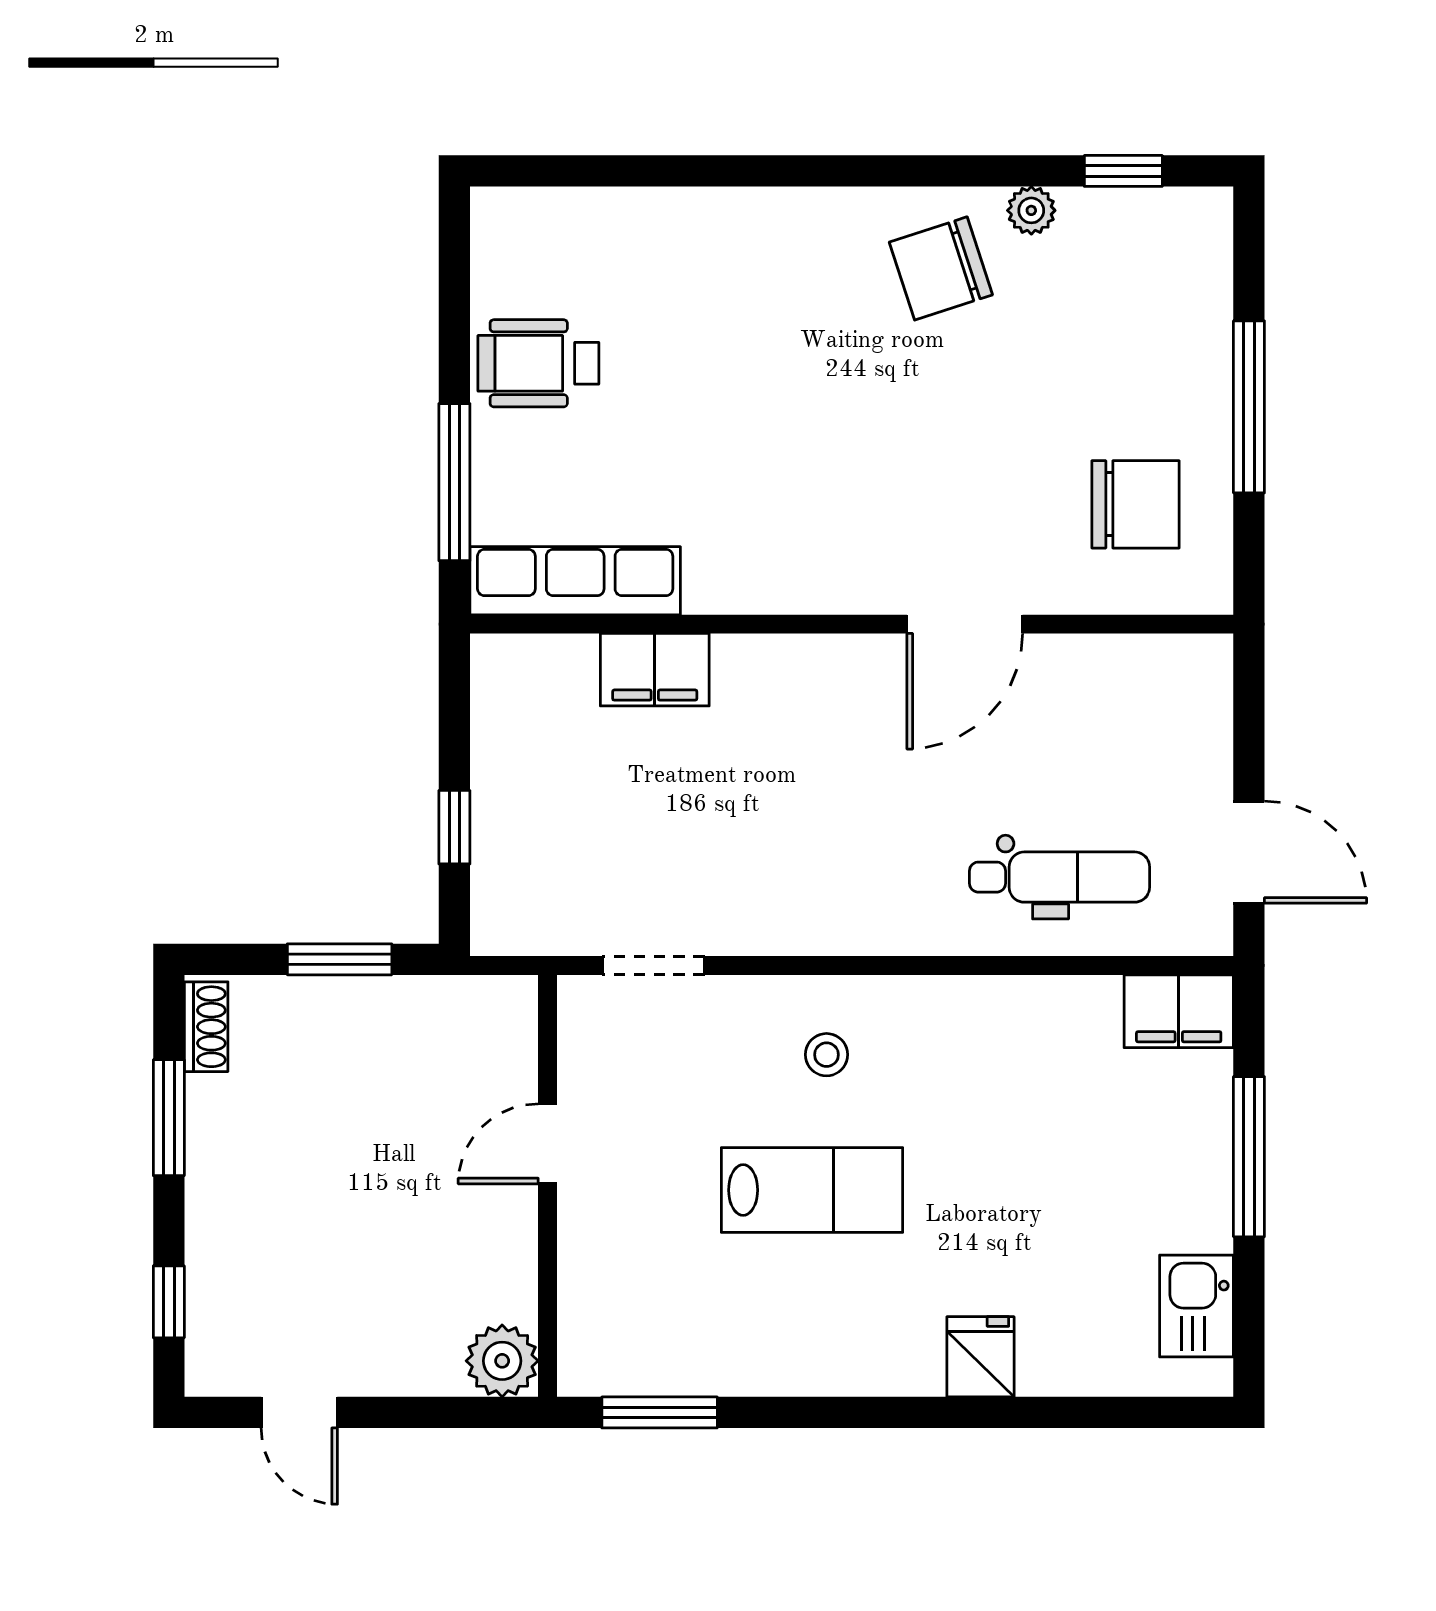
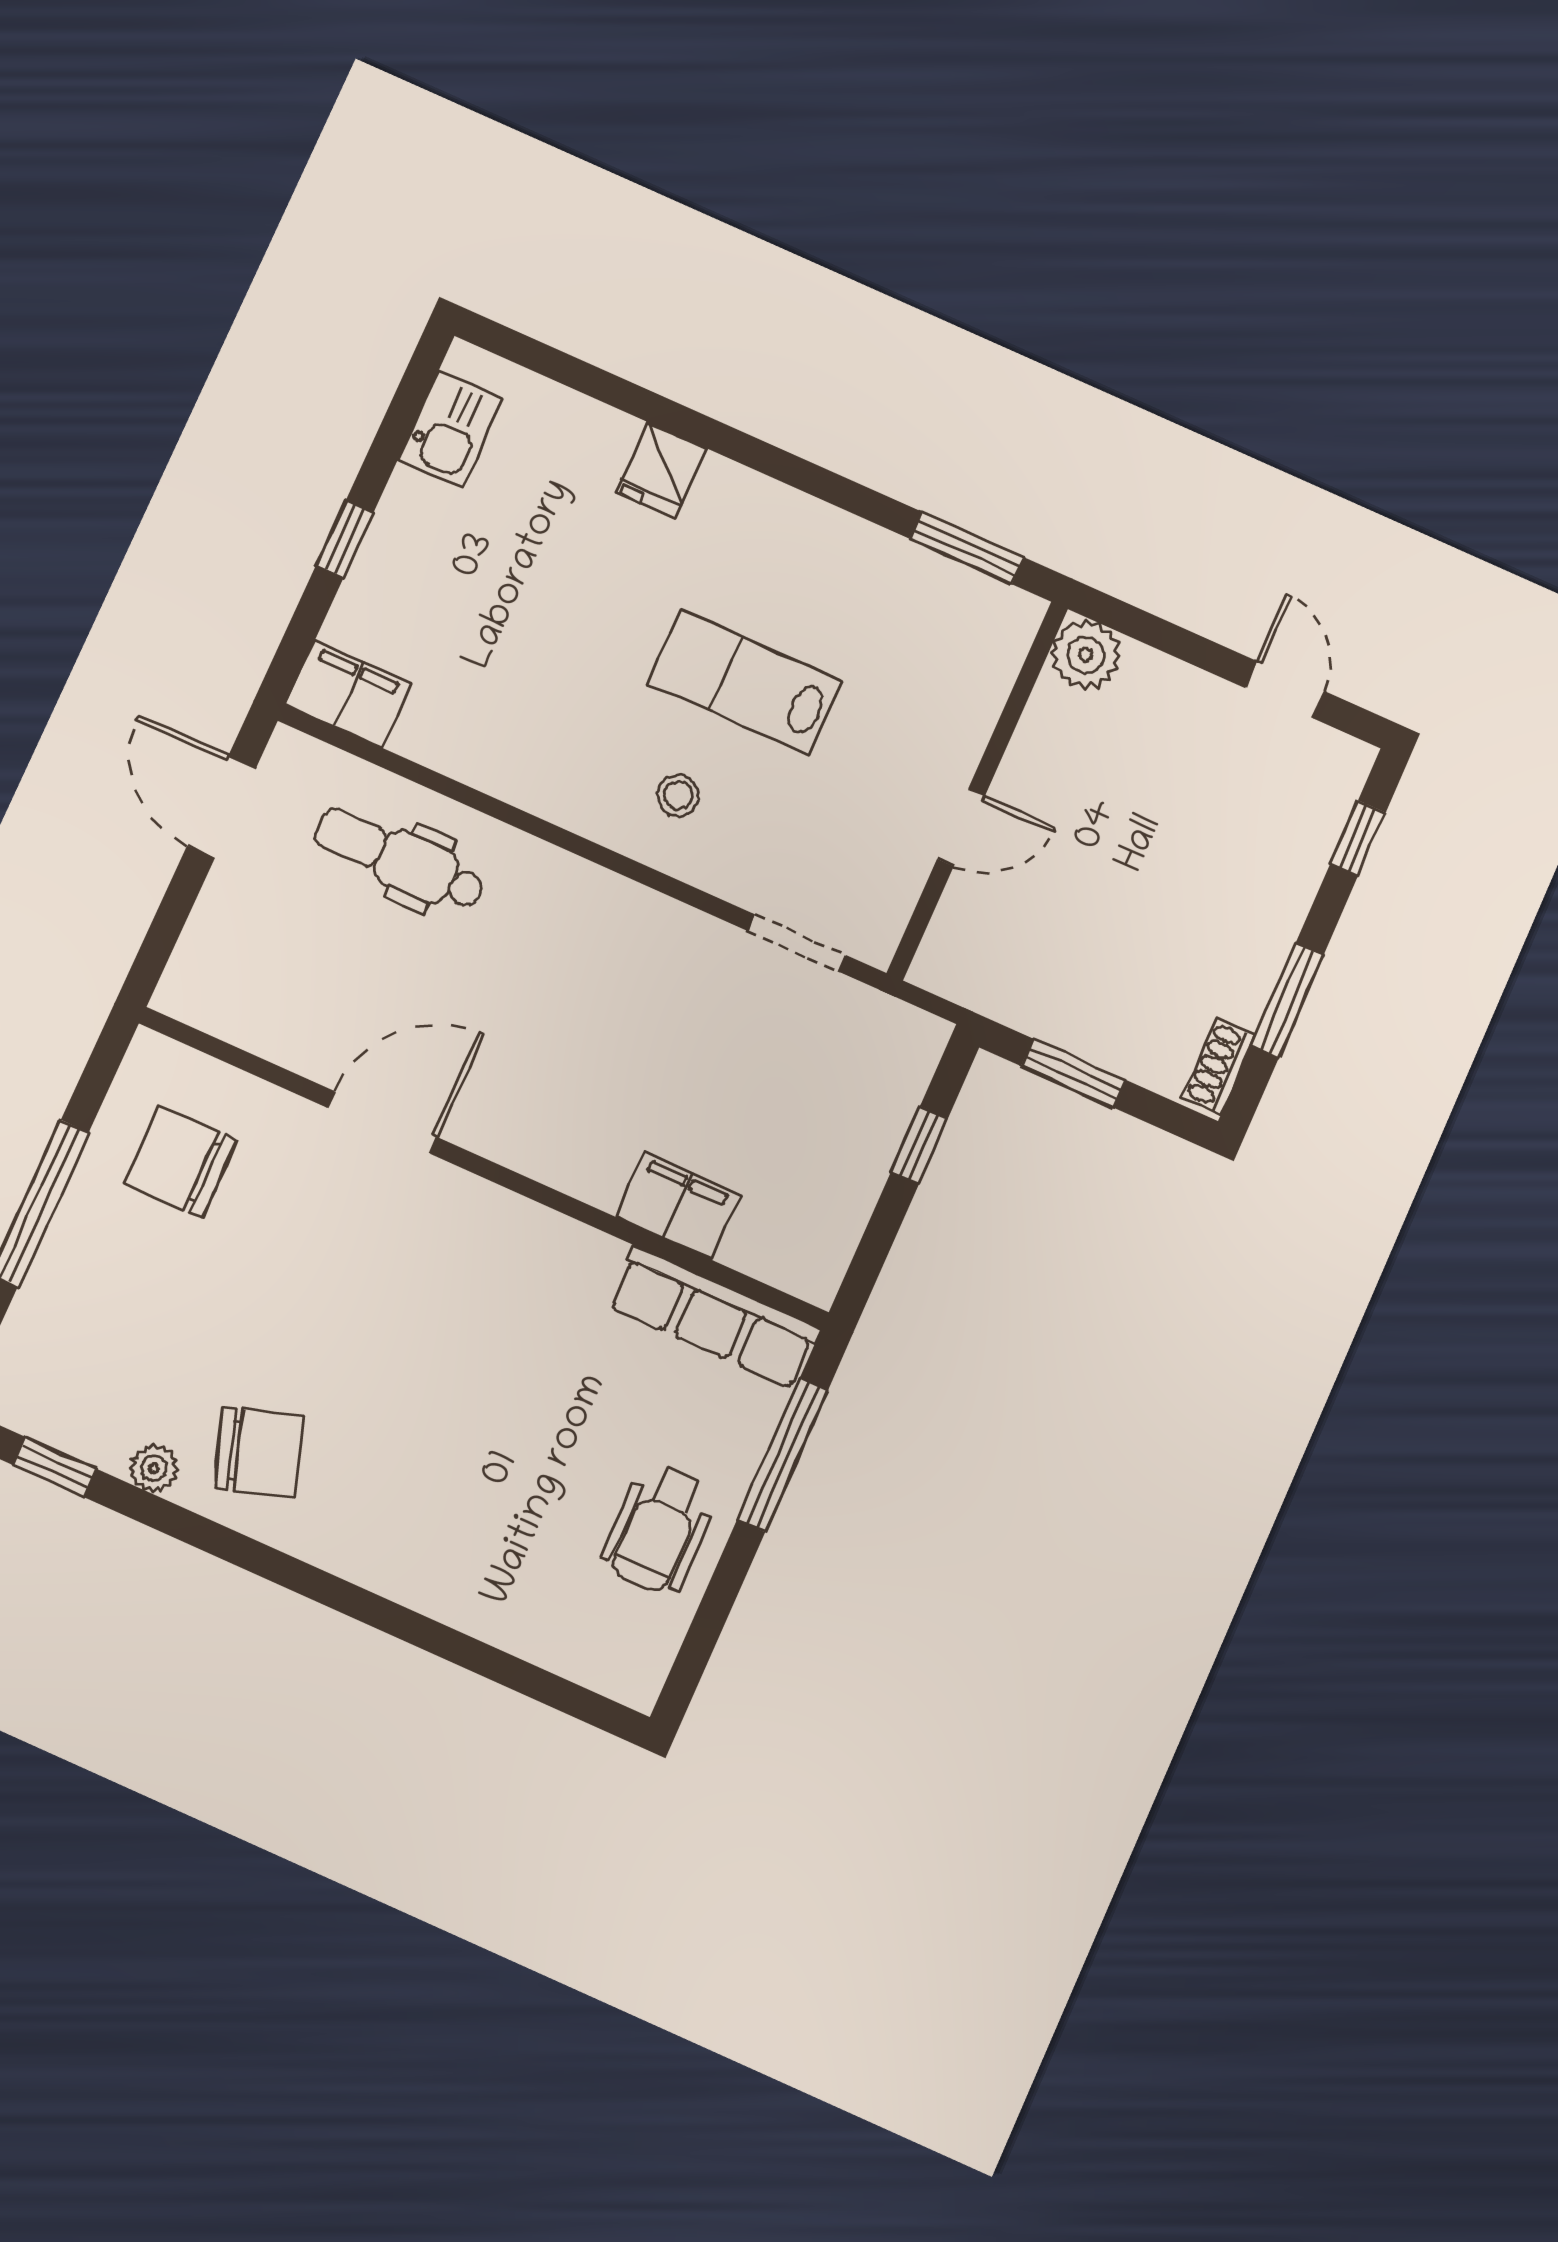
wheelchair: (538, 363) -> (659, 1529), turned 90
window: (1249, 1157) -> (345, 539), width x0.46

